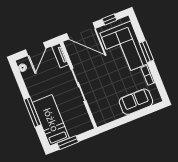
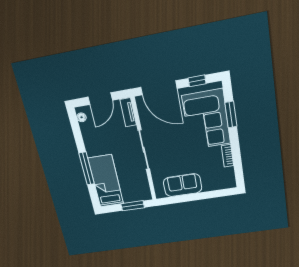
window: (146, 52) -> (231, 115), moved
sofa: (136, 102) -> (183, 185), moved
window: (68, 143) -> (133, 206), moved

